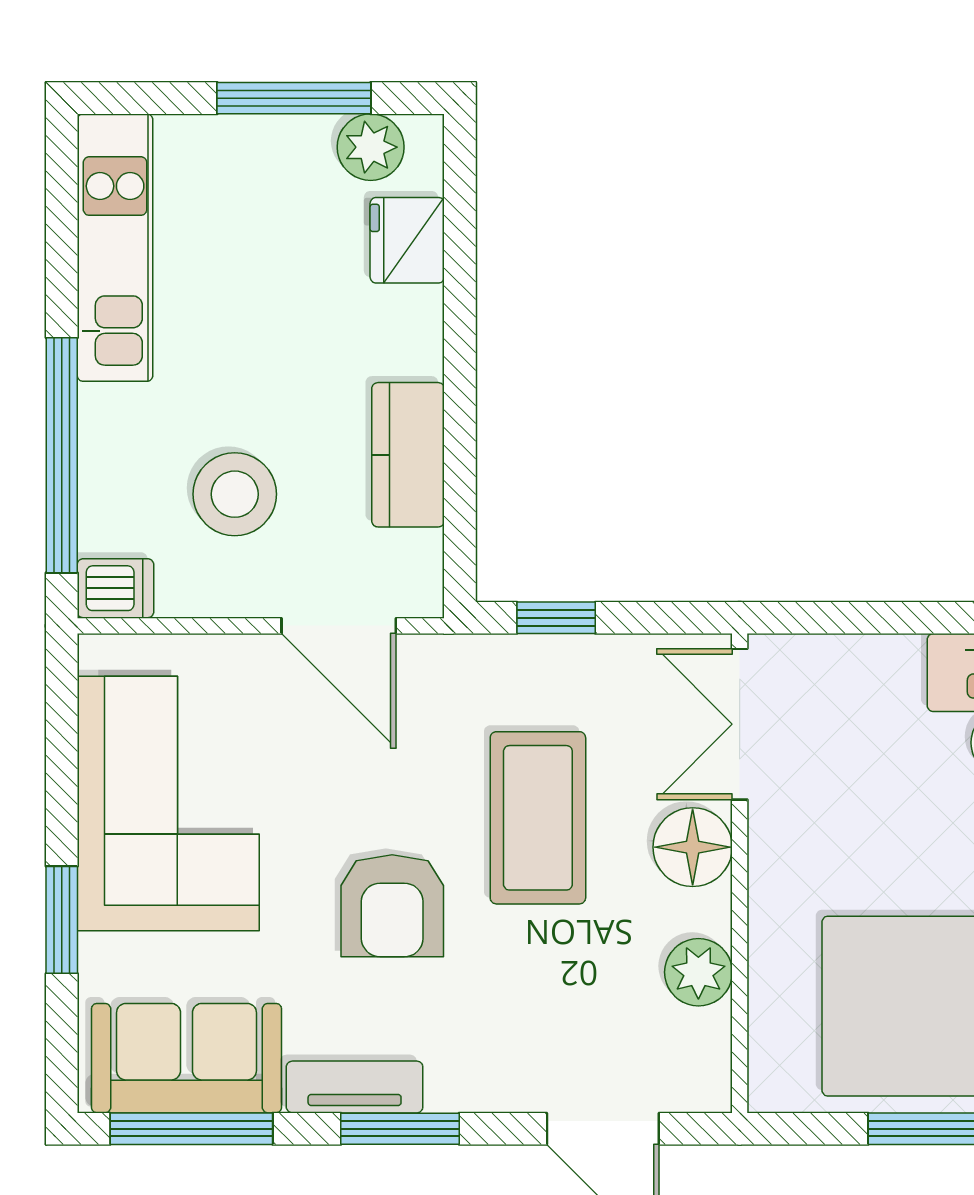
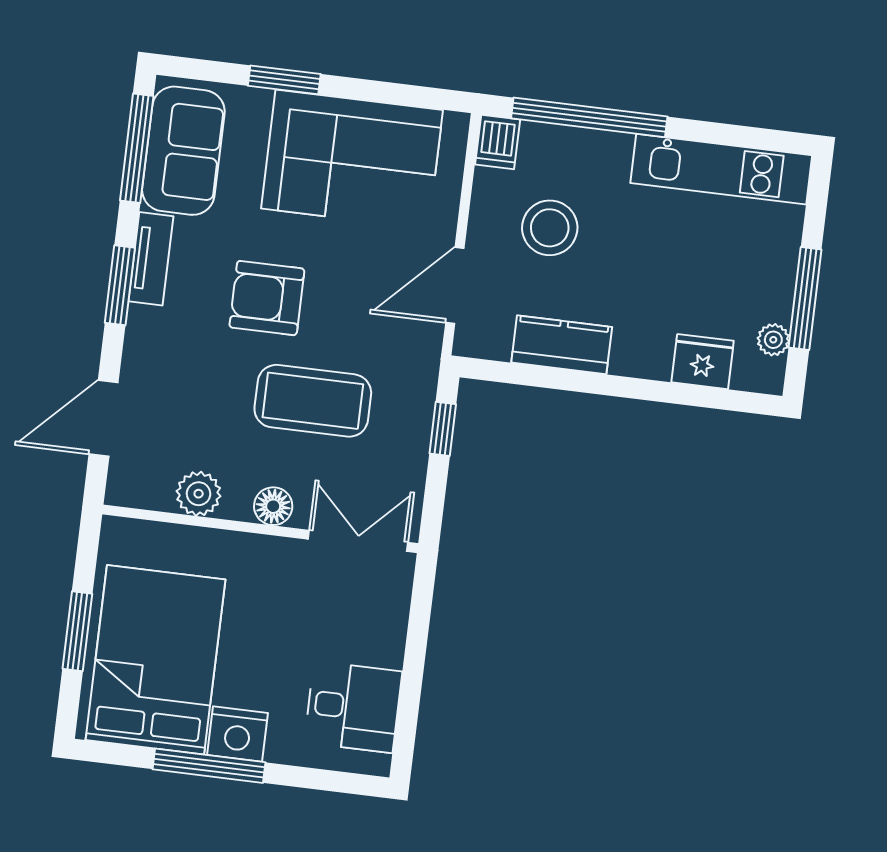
plant: (371, 147) -> (773, 340), width x0.73, depth x0.73
floor lamp: (693, 847) -> (273, 506), width x0.73, depth x0.73

